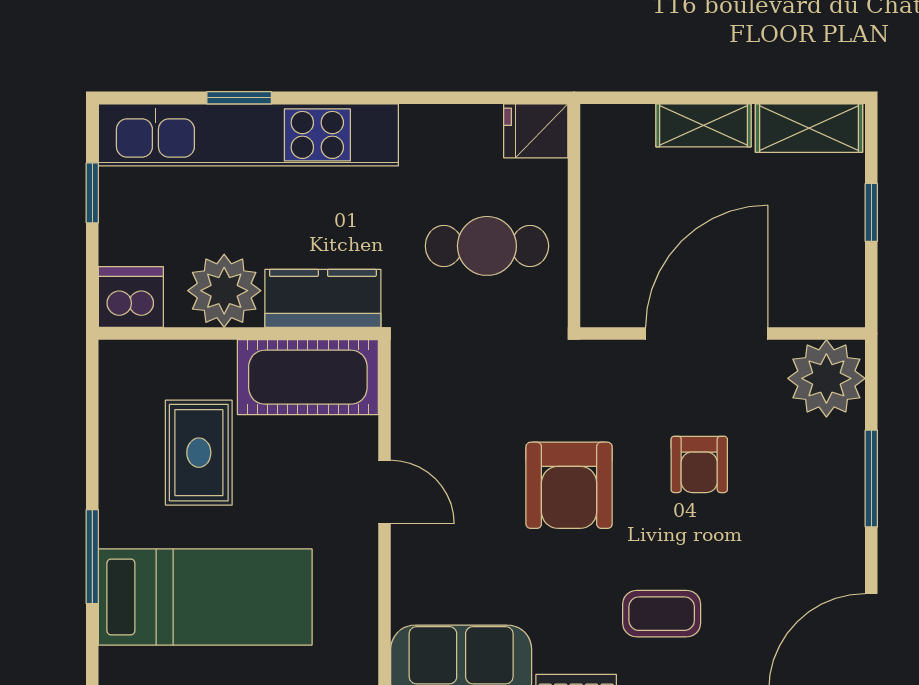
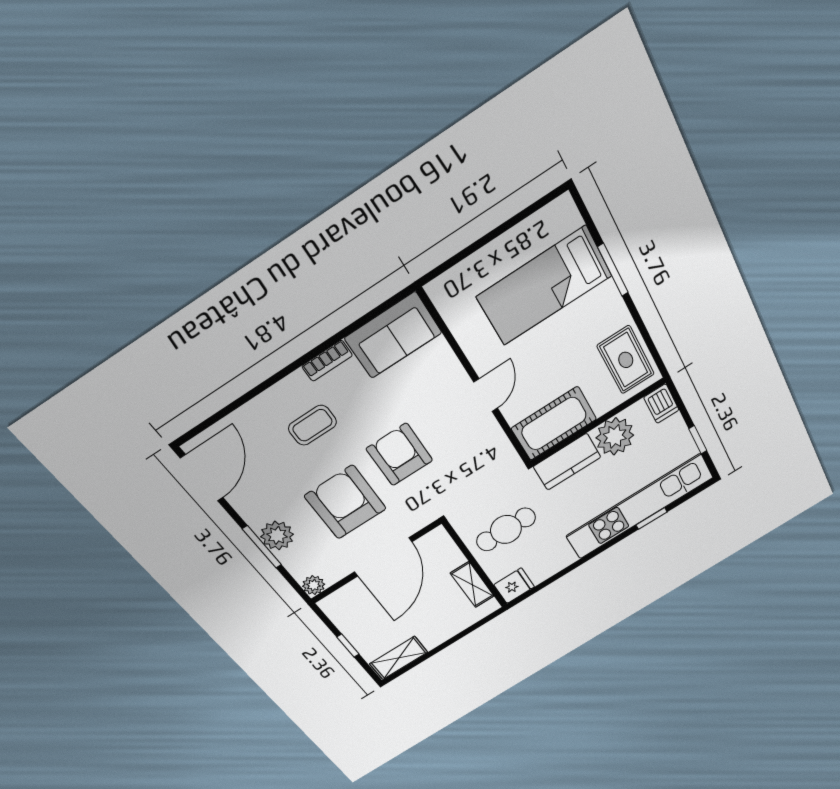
shelving: (704, 125) -> (472, 585), moved, turned 90
dishwasher: (131, 297) -> (661, 404), width x0.73
plant: (826, 378) -> (314, 585), width x0.53, depth x0.53
rug: (199, 453) -> (626, 360), moved
armchair: (699, 464) -> (345, 502), width x1.88, depth x1.88
plant: (836, 481) -> (277, 536), added
door: (384, 492) -> (486, 395), swing flipped

